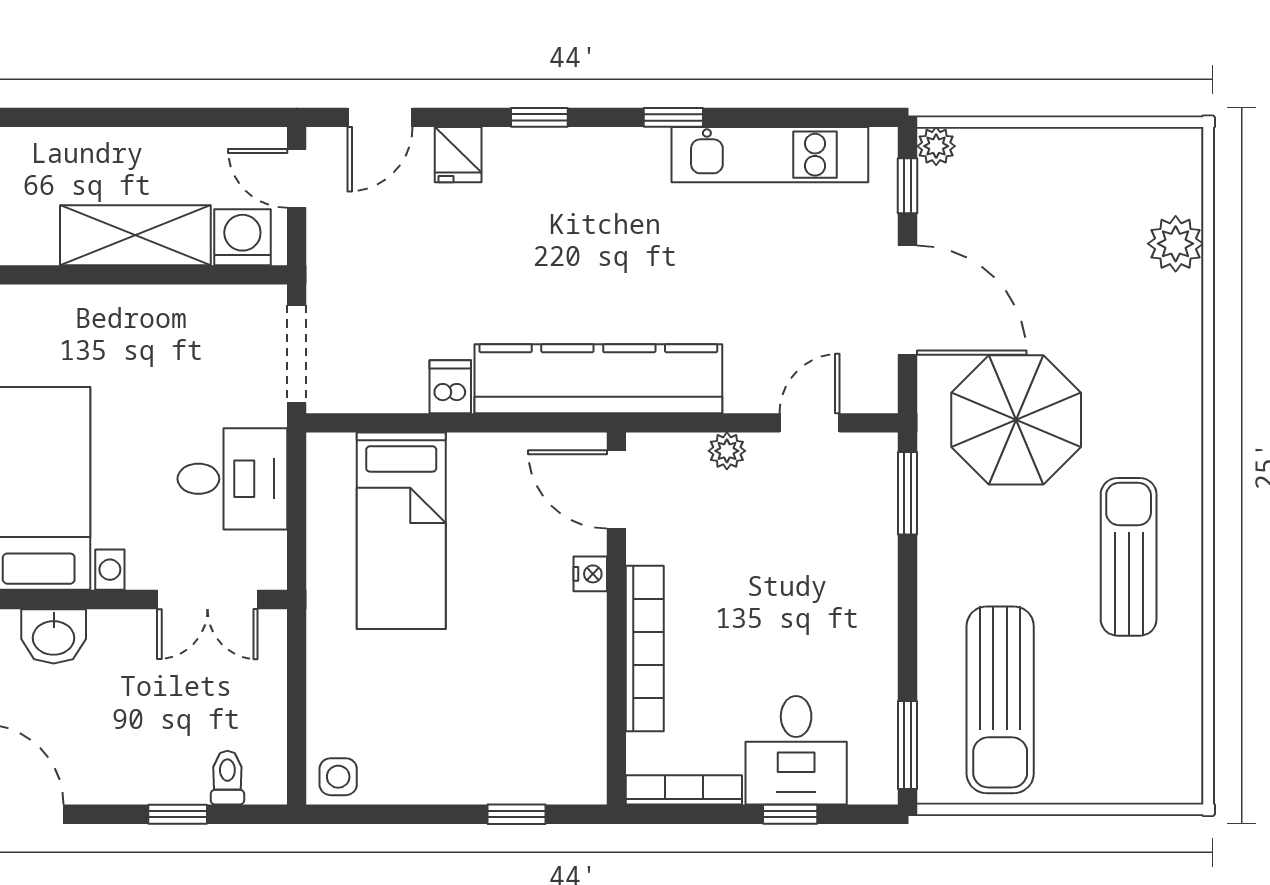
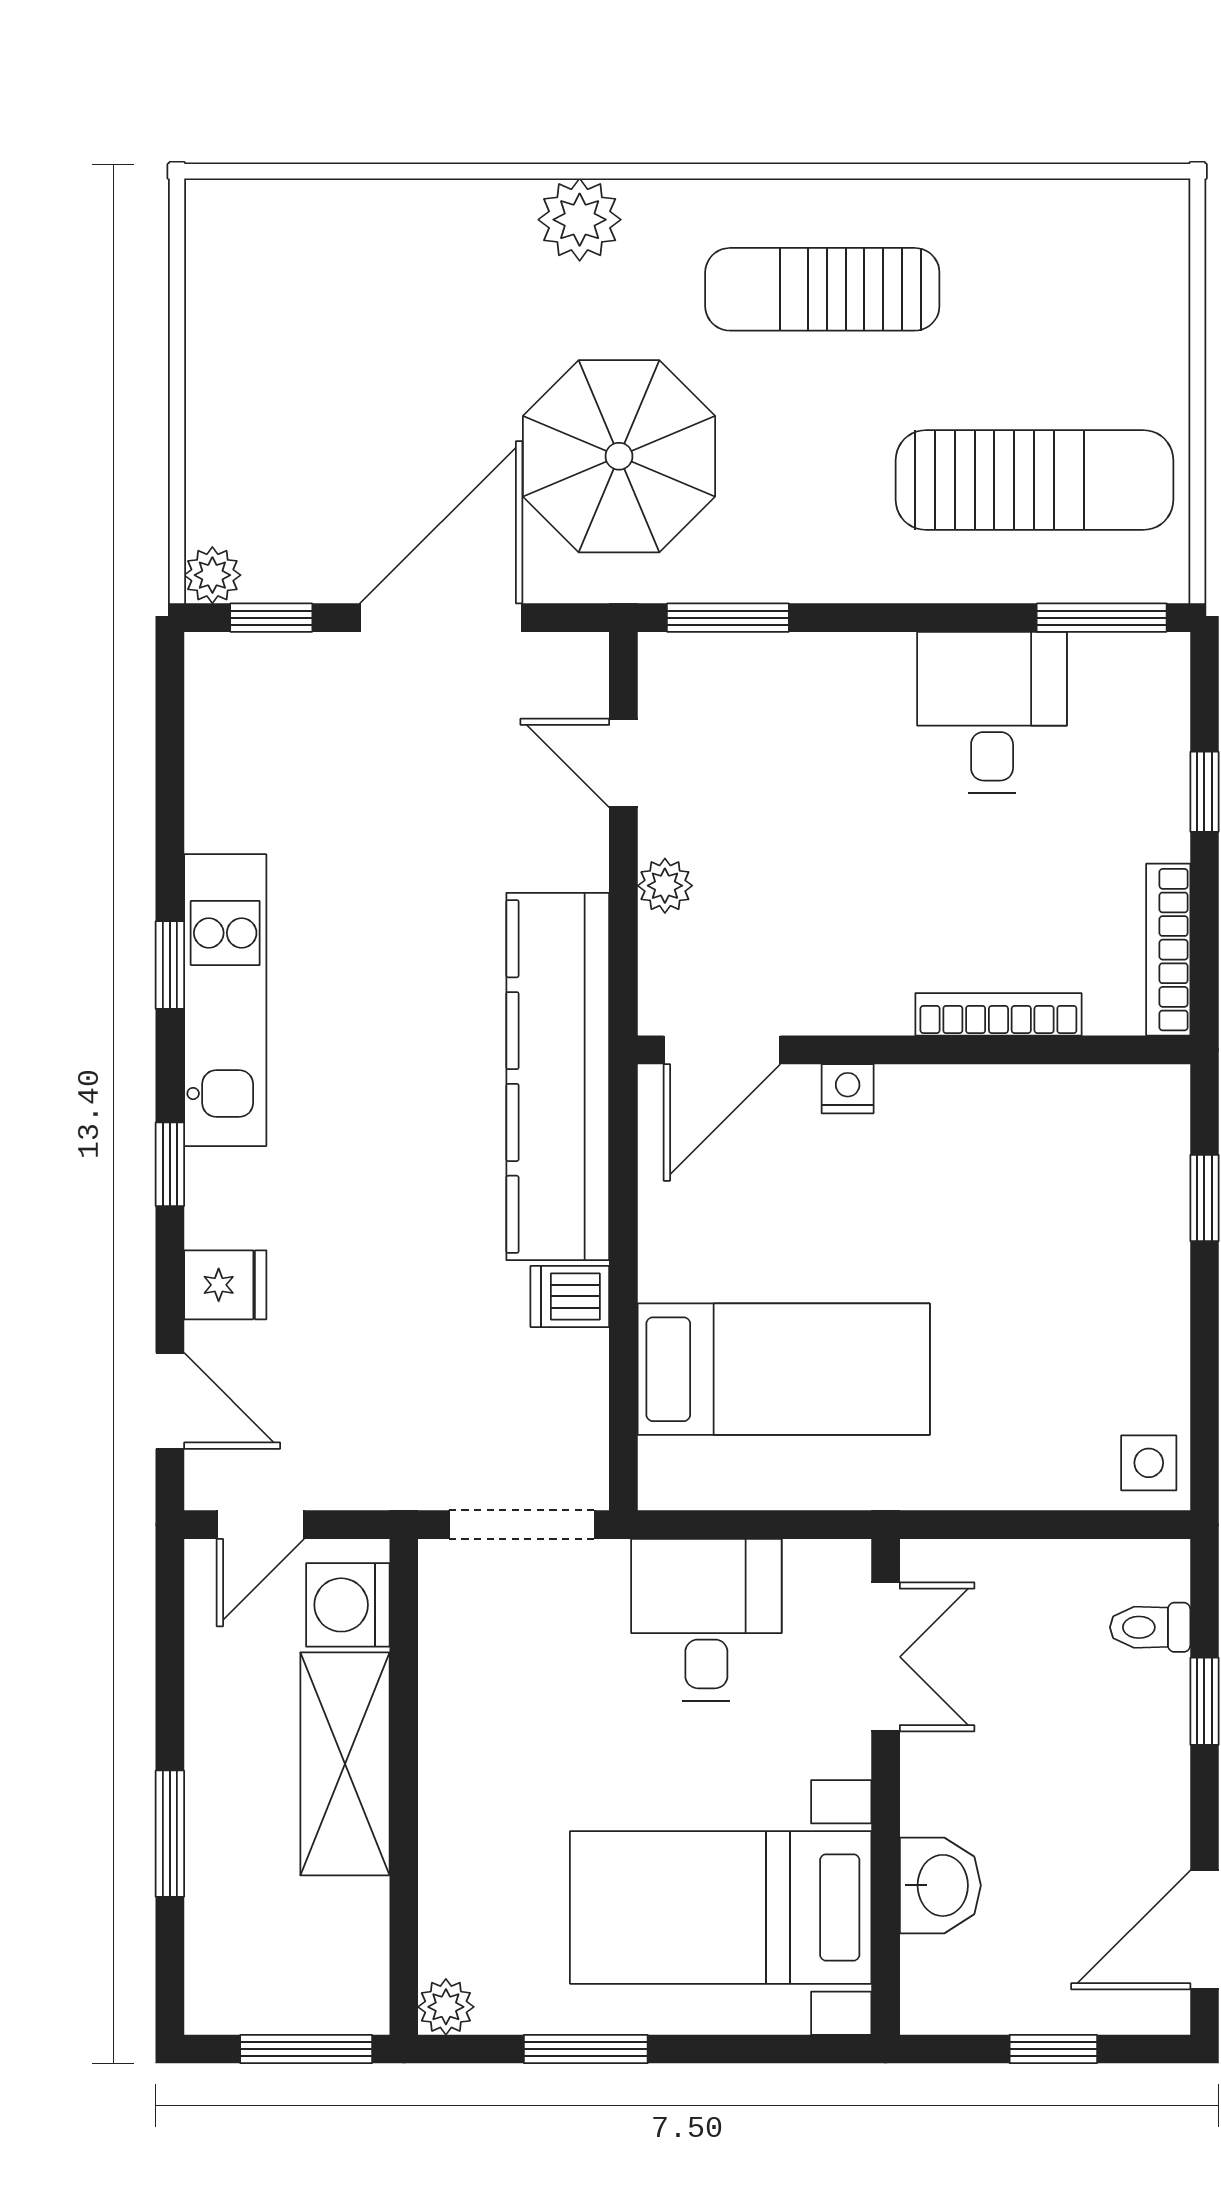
window: (88, 117) -> (170, 1834), added
kitchen unit: (770, 155) -> (225, 1000), moved
plant: (1176, 244) -> (580, 220), moved
bookcase: (645, 649) -> (998, 1014), width x0.68, depth x0.76
desk: (796, 750) -> (992, 713), moved, turned -90

